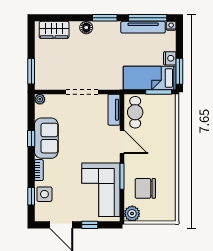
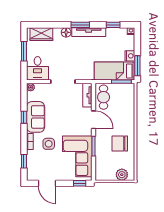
window: (148, 18) -> (113, 25), width x0.46
tv unit: (143, 27) -> (89, 32), moved
window: (31, 71) -> (24, 51), moved
desk: (49, 74) -> (38, 68), added
chair: (145, 188) -> (120, 143), moved
side table: (44, 194) -> (49, 144), moved
plant: (132, 214) -> (122, 175), moved
window: (90, 225) -> (80, 183), moved

